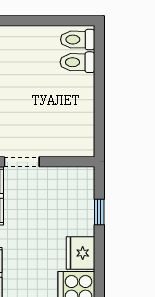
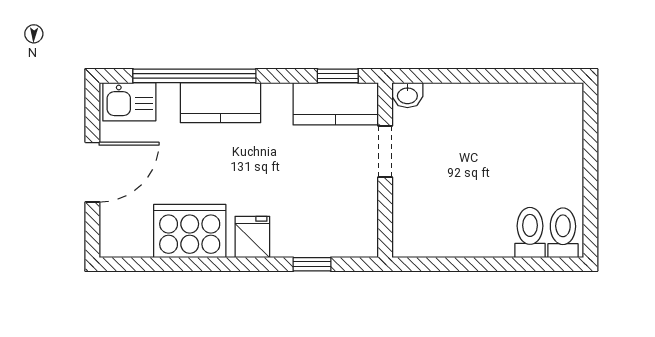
fridge: (80, 253) -> (252, 237), width x0.72

